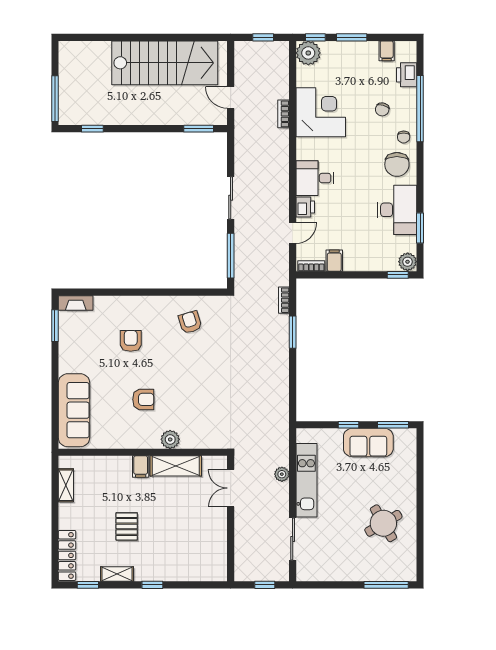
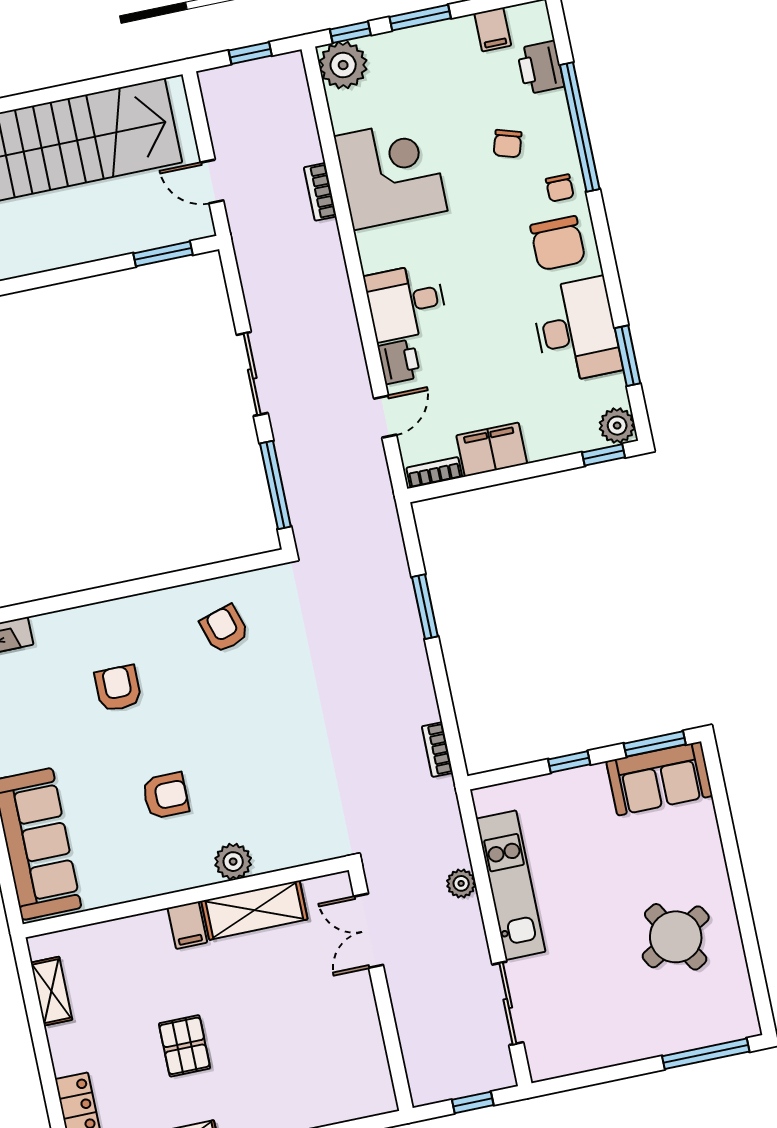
filing cabinet: (334, 261) -> (492, 450), width x2.00
bookcase: (284, 300) -> (437, 750), moved
sofa: (368, 442) -> (659, 779), moved

